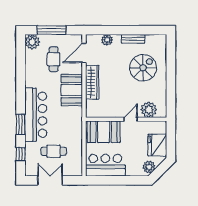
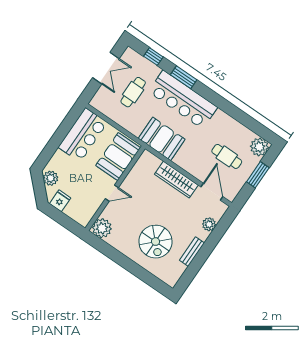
window: (51, 30) -> (258, 175), width x0.69
booth: (72, 90) -> (162, 139), moved
plant: (149, 110) -> (102, 228), moved
door: (131, 119) -> (112, 193), hinge flipped
fridge: (157, 145) -> (60, 201), width x0.53, depth x0.75

